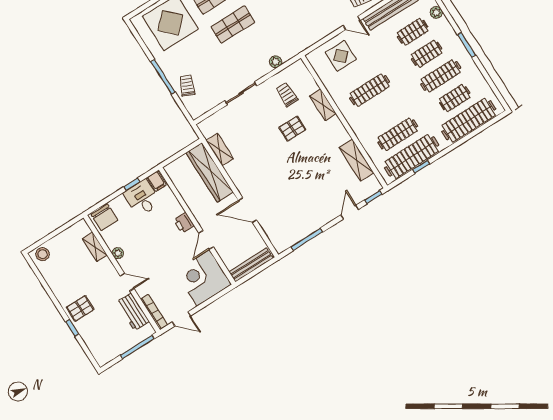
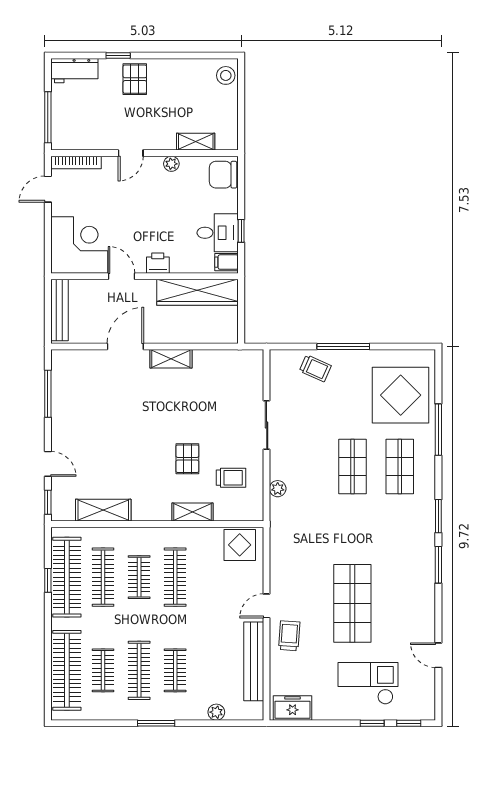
clothes rail: (413, 32) -> (139, 577), moved
display table: (341, 56) -> (240, 545), moved
shelving: (220, 150) -> (171, 359), moved
wardrobe: (210, 172) -> (197, 292), moved, turned 180
workbench: (133, 312) -> (74, 71), moved, turned 180

